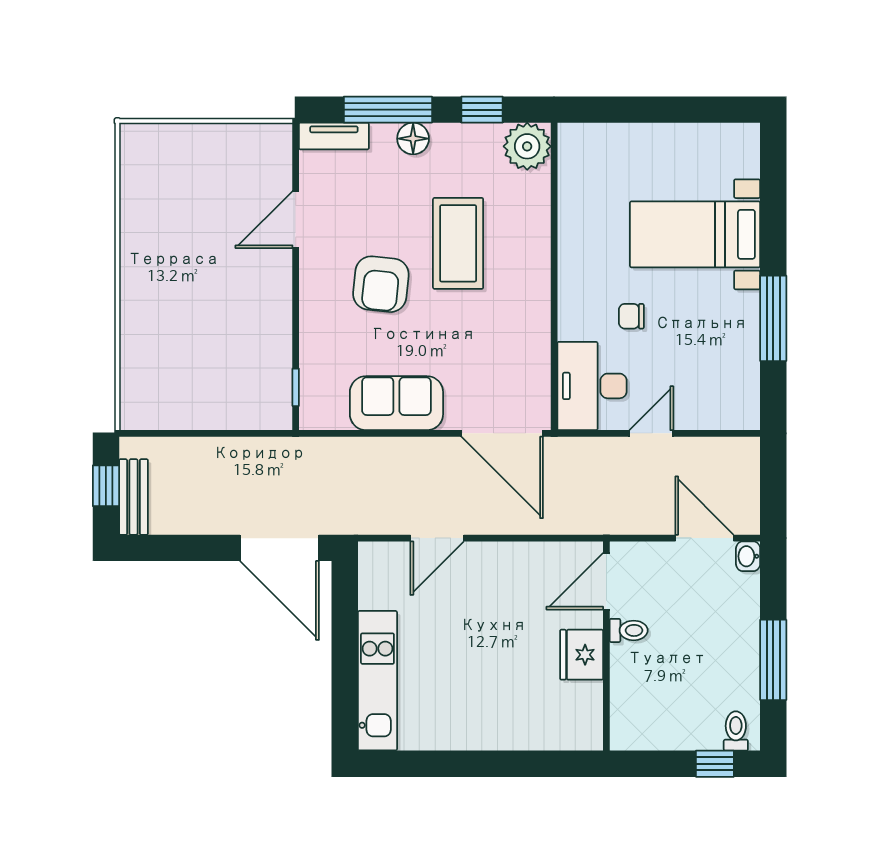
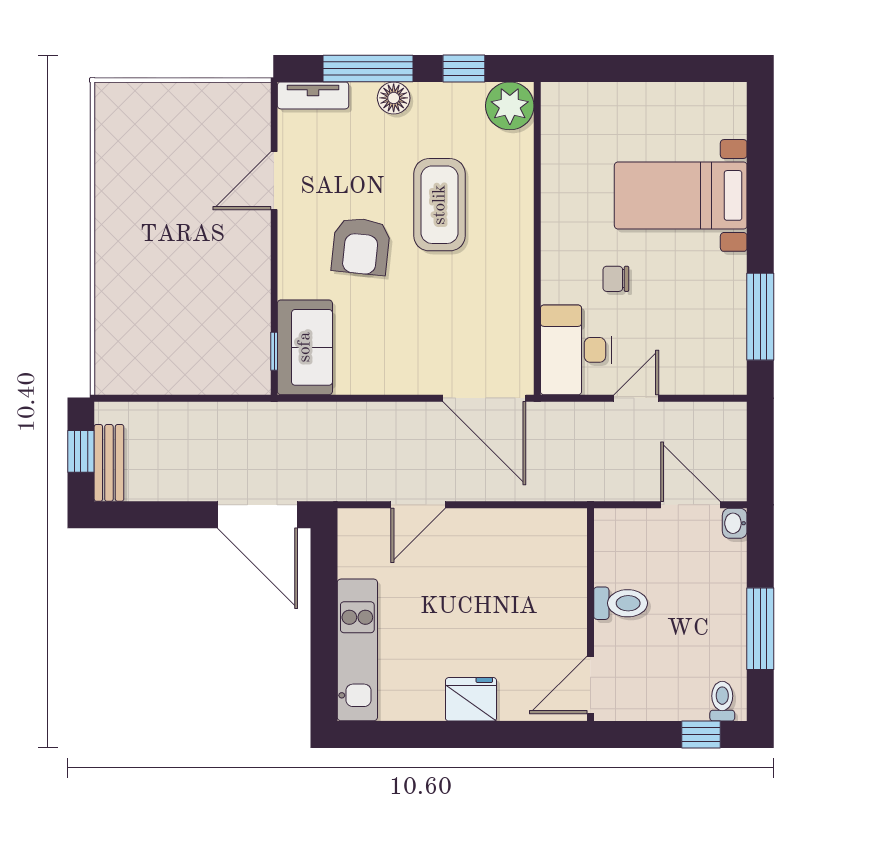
window: (773, 318) -> (760, 317), moved
sofa: (396, 403) -> (305, 347), moved, turned 90
door: (606, 581) -> (590, 685), moved
toilet: (629, 630) -> (621, 603), width x1.37, depth x1.39
fridge: (582, 655) -> (471, 699), moved, turned 90

